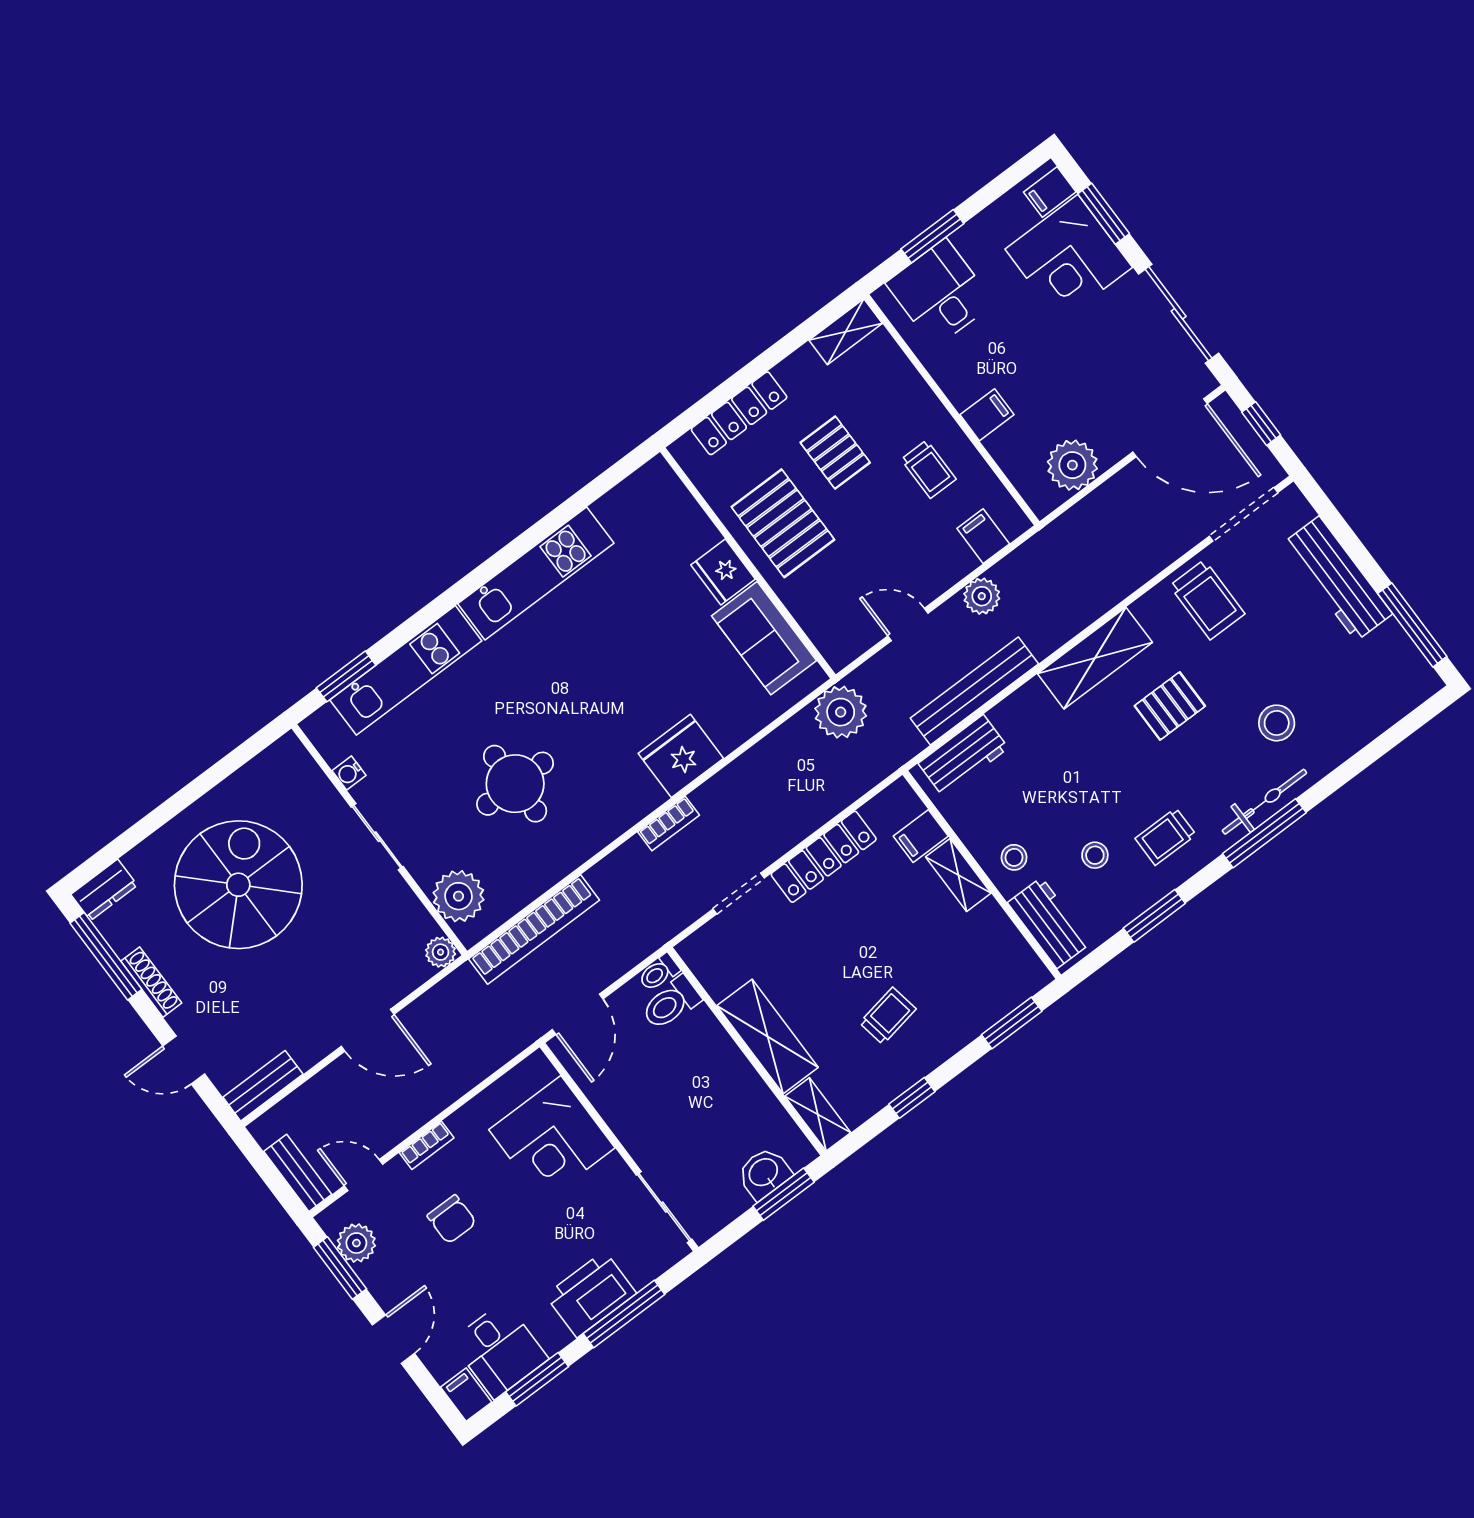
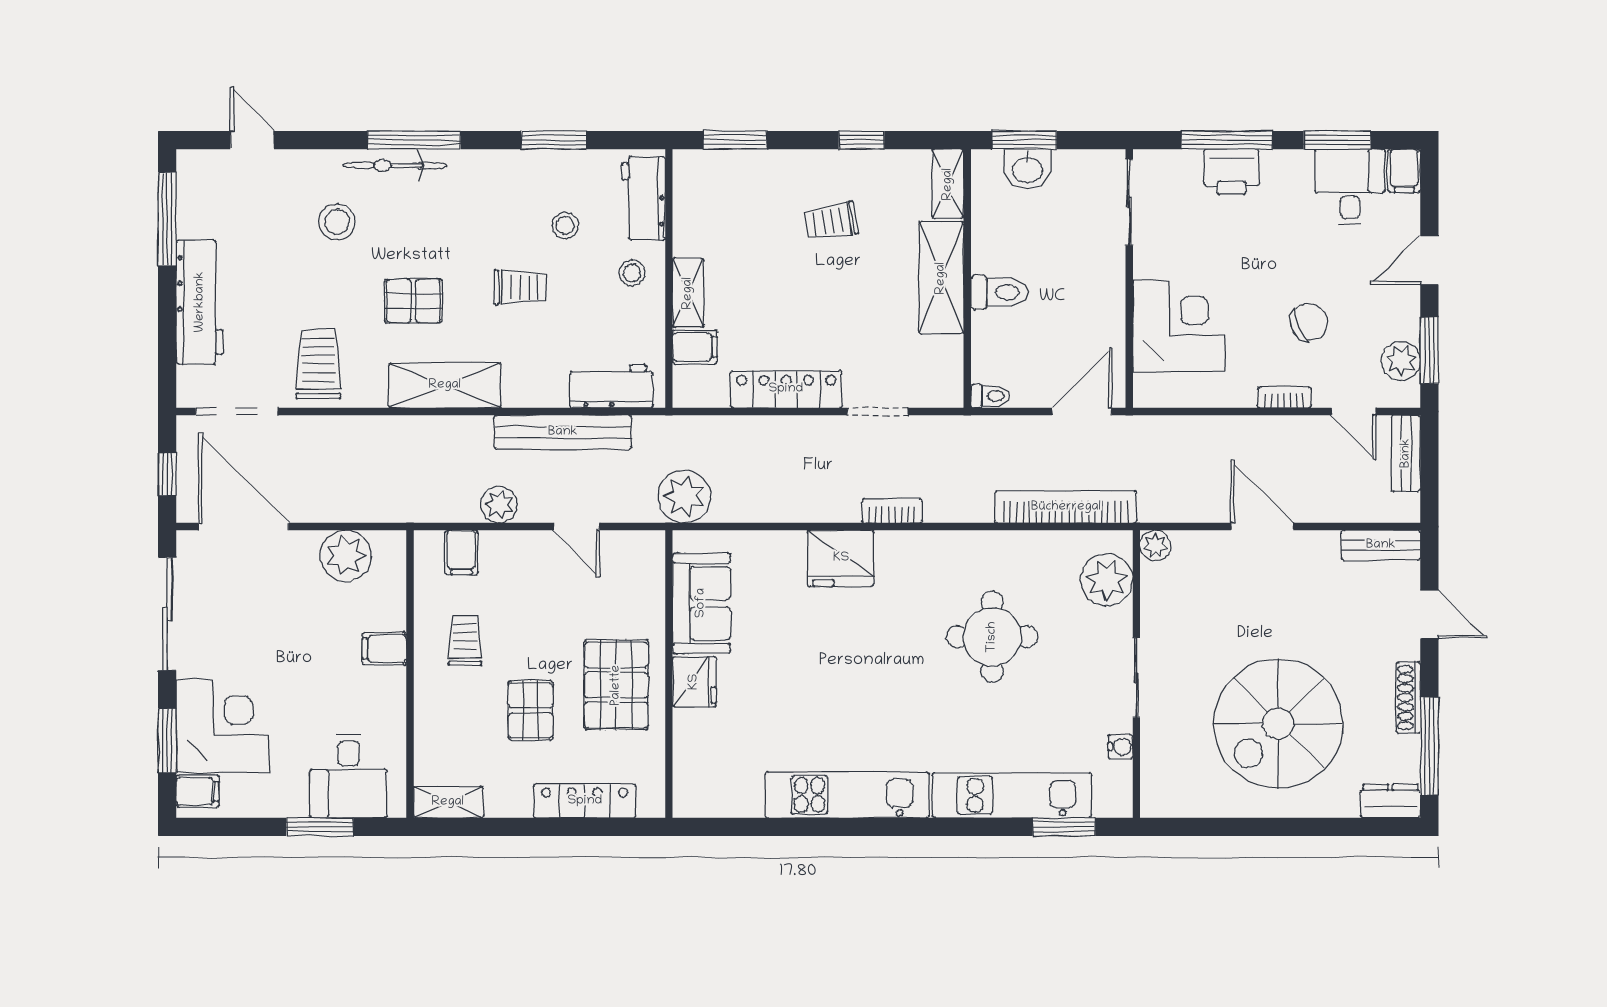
door: (1392, 737) -> (252, 140), added
trolley: (1166, 837) -> (521, 287), moved
toilet: (671, 1003) -> (999, 292), moved
chair: (452, 1219) -> (1309, 322), turned 68
printer: (591, 1294) -> (1232, 172), width x0.73, depth x0.84

